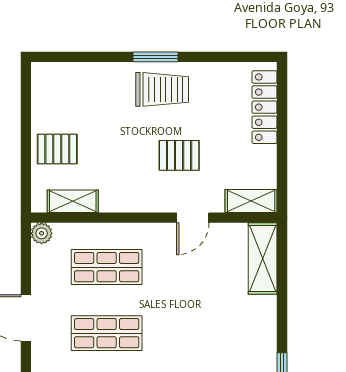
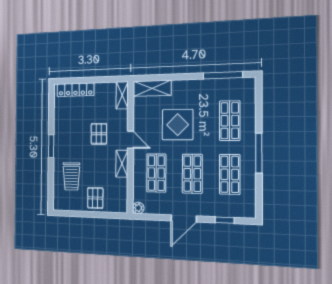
trolley: (162, 89) -> (71, 176), moved, turned 180
shelving: (73, 201) -> (122, 164), moved
door: (193, 218) -> (130, 140), moved
display table: (195, 306) -> (178, 125), added

